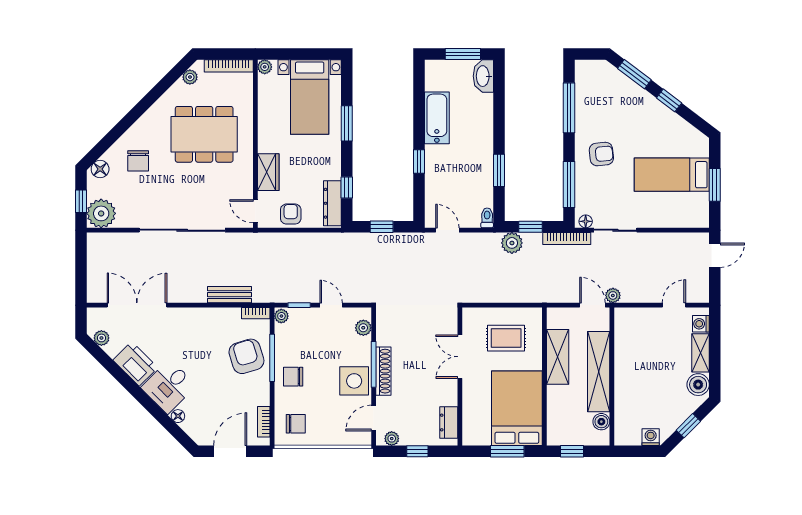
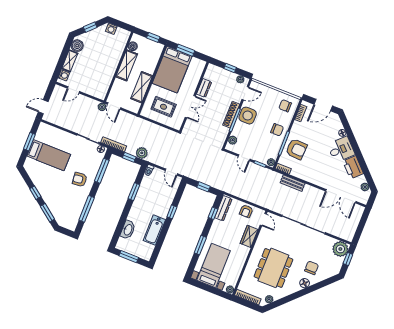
washbasin: (483, 76) -> (128, 230), moved
dining table: (204, 134) -> (273, 268), turned 90
floor lamp: (100, 169) -> (305, 283), moved
armchair: (246, 356) -> (296, 149), turned -70
shelving: (599, 372) -> (127, 65), width x0.68
dresser: (449, 422) -> (204, 88), moved

